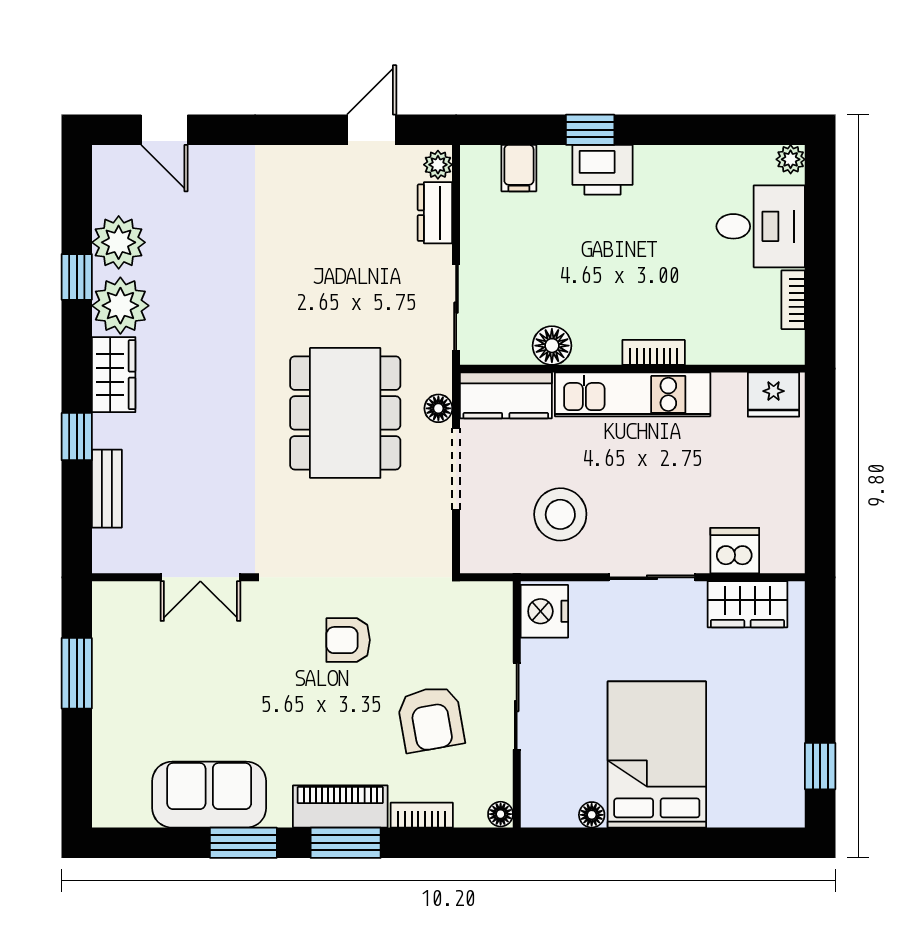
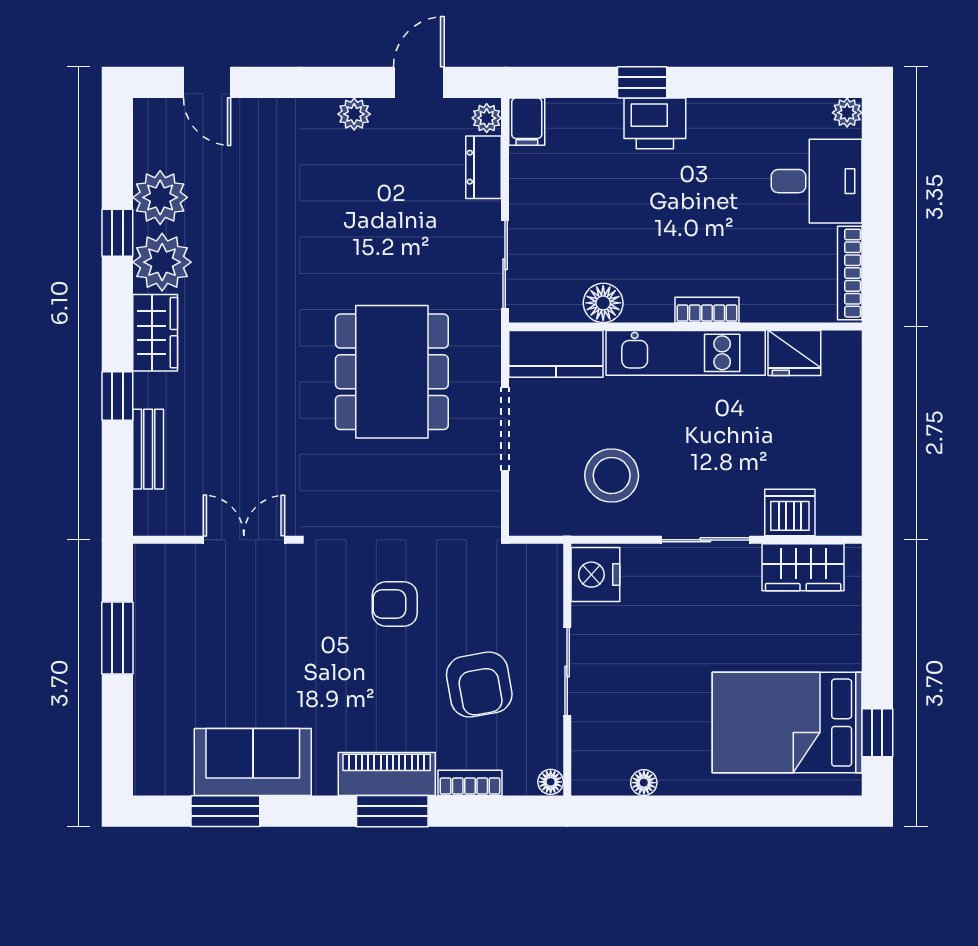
plant: (308, 161) -> (354, 114), added
filing cabinet: (519, 168) -> (527, 122), moved
bookcase: (793, 300) -> (850, 273), width x1.56
fridge: (774, 395) -> (794, 353), moved
floor lamp: (438, 408) -> (487, 367), removed
double door: (200, 577) -> (244, 540), swing flipped
bed: (657, 755) -> (787, 723), moved, turned -90
window: (243, 843) -> (225, 811), moved

